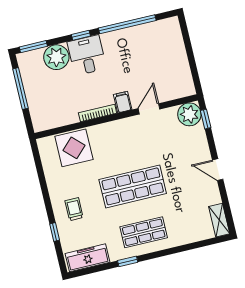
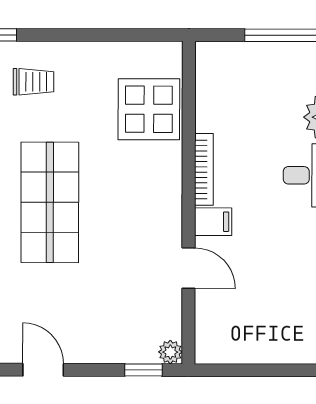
plant: (189, 114) -> (170, 352), width x0.53, depth x0.53
door: (218, 170) -> (43, 370), hinge flipped

